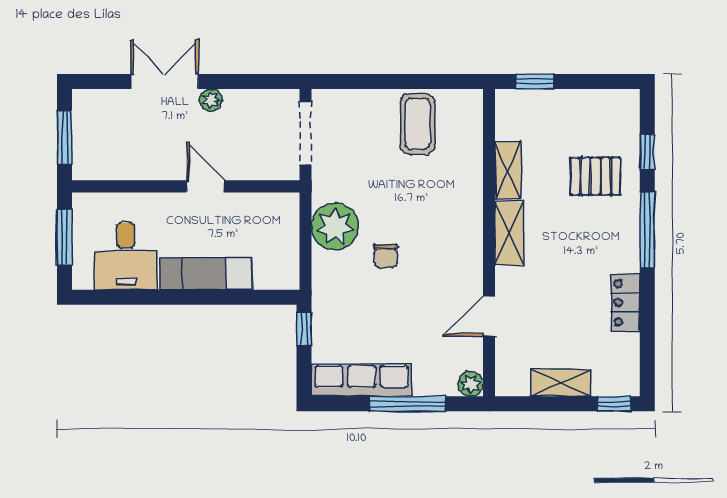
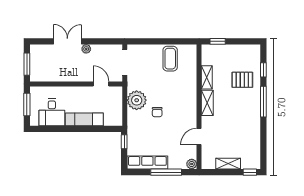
door: (206, 186) -> (101, 84), moved
locker: (625, 303) -> (254, 131), removed

